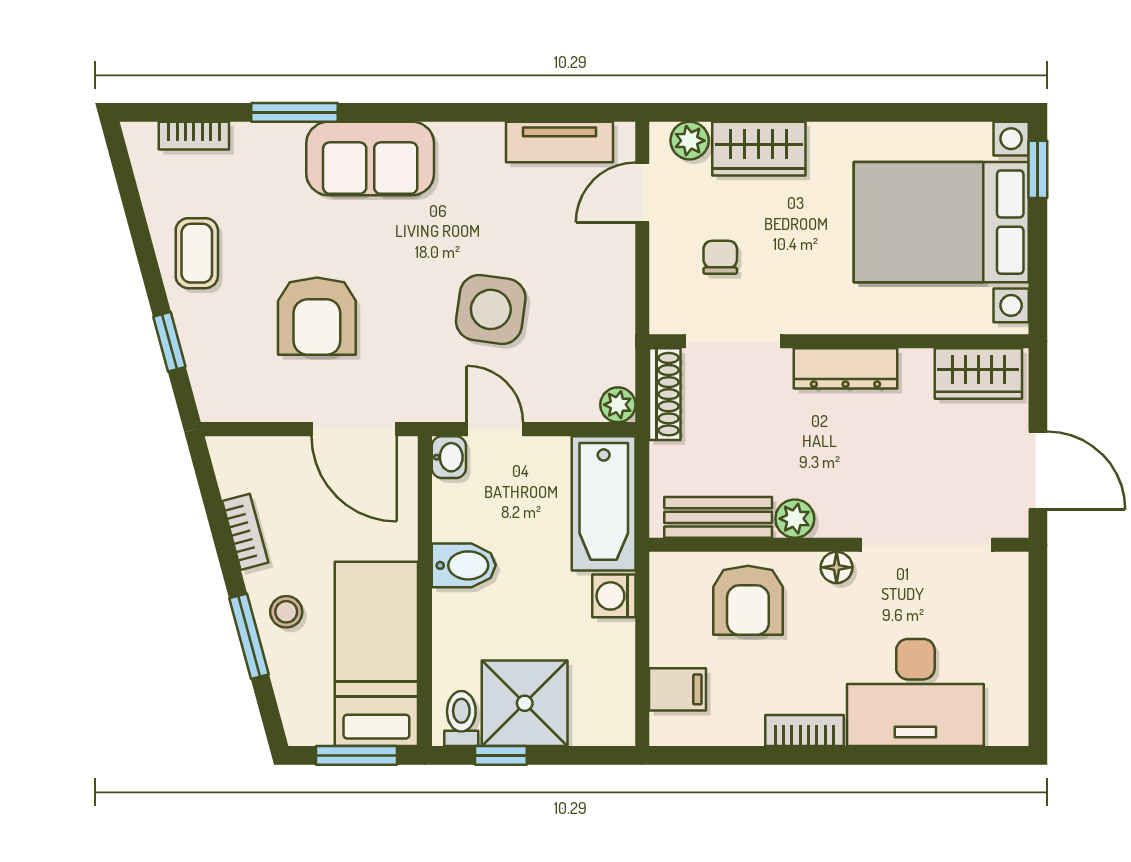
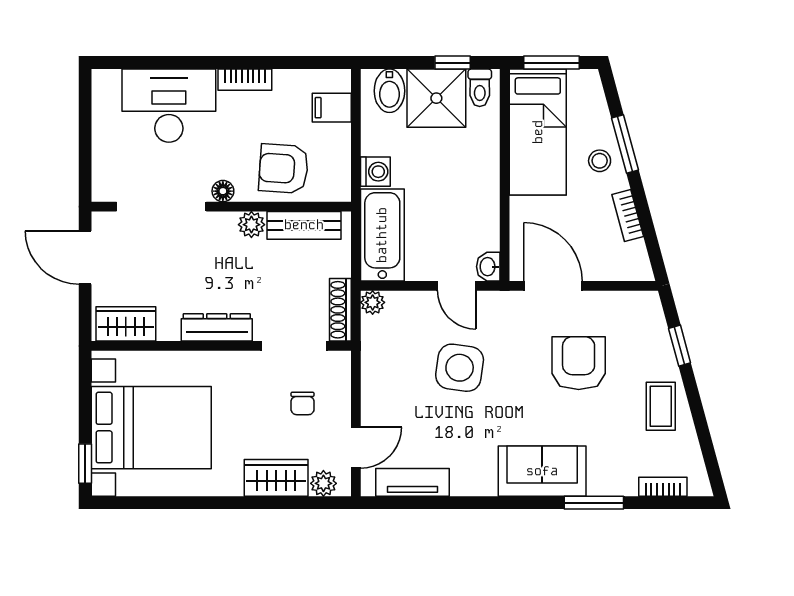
bidet: (464, 565) -> (389, 91), moved, turned -90
armchair: (748, 600) -> (284, 169), turned -86

